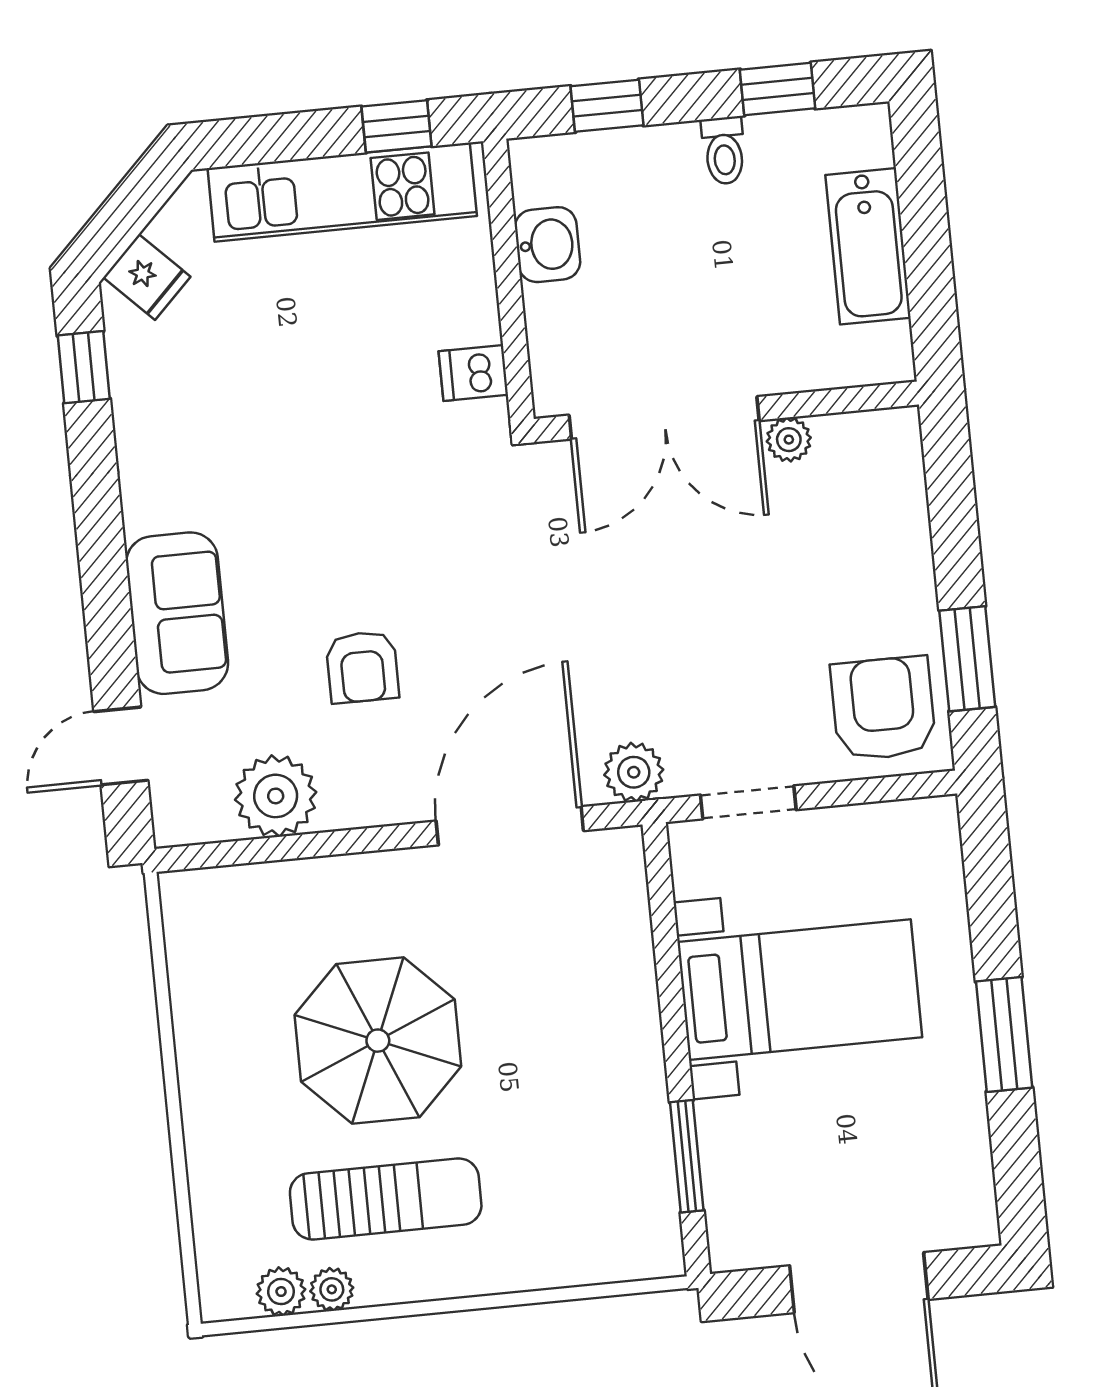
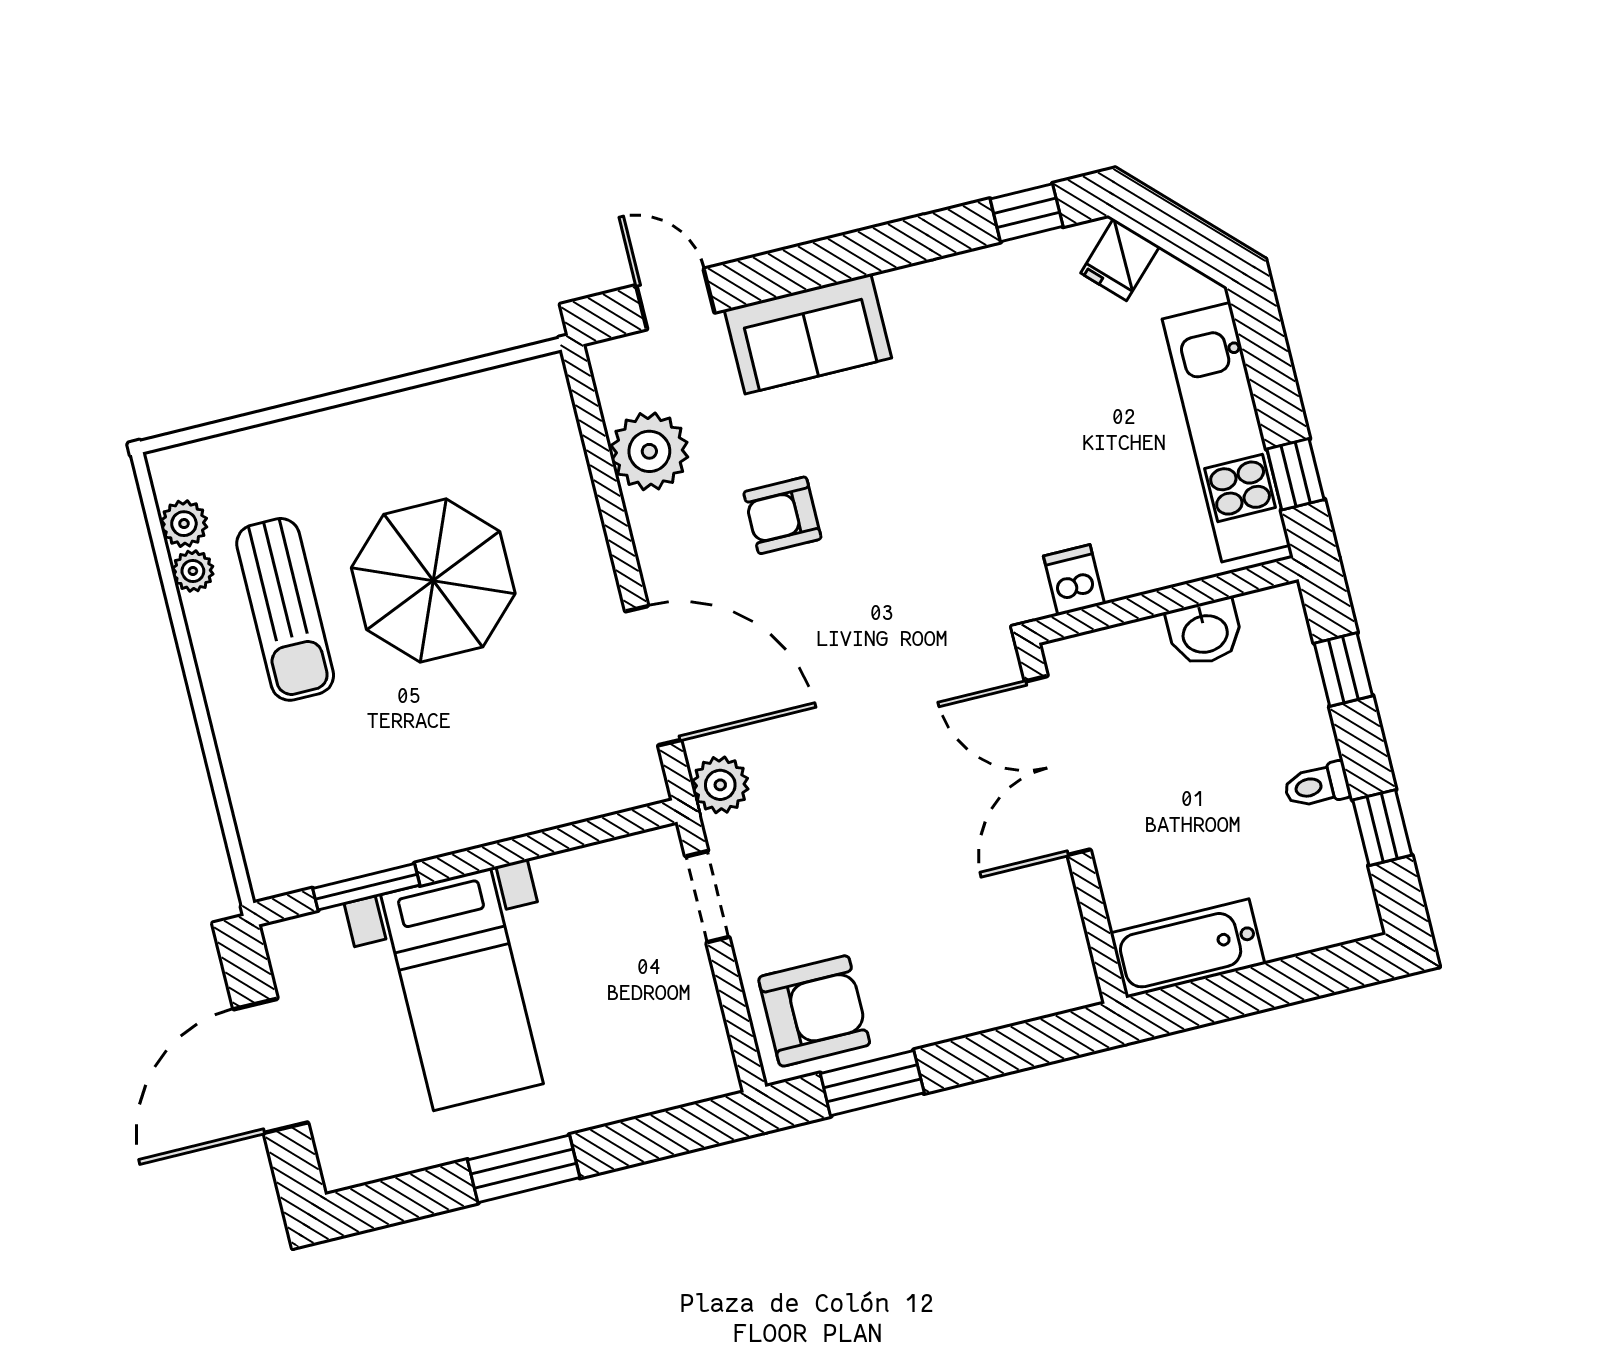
bathtub: (868, 246) -> (1187, 949), moved
plant: (789, 440) -> (1054, 886), removed
bed with nightstands: (800, 990) -> (462, 989), moved

